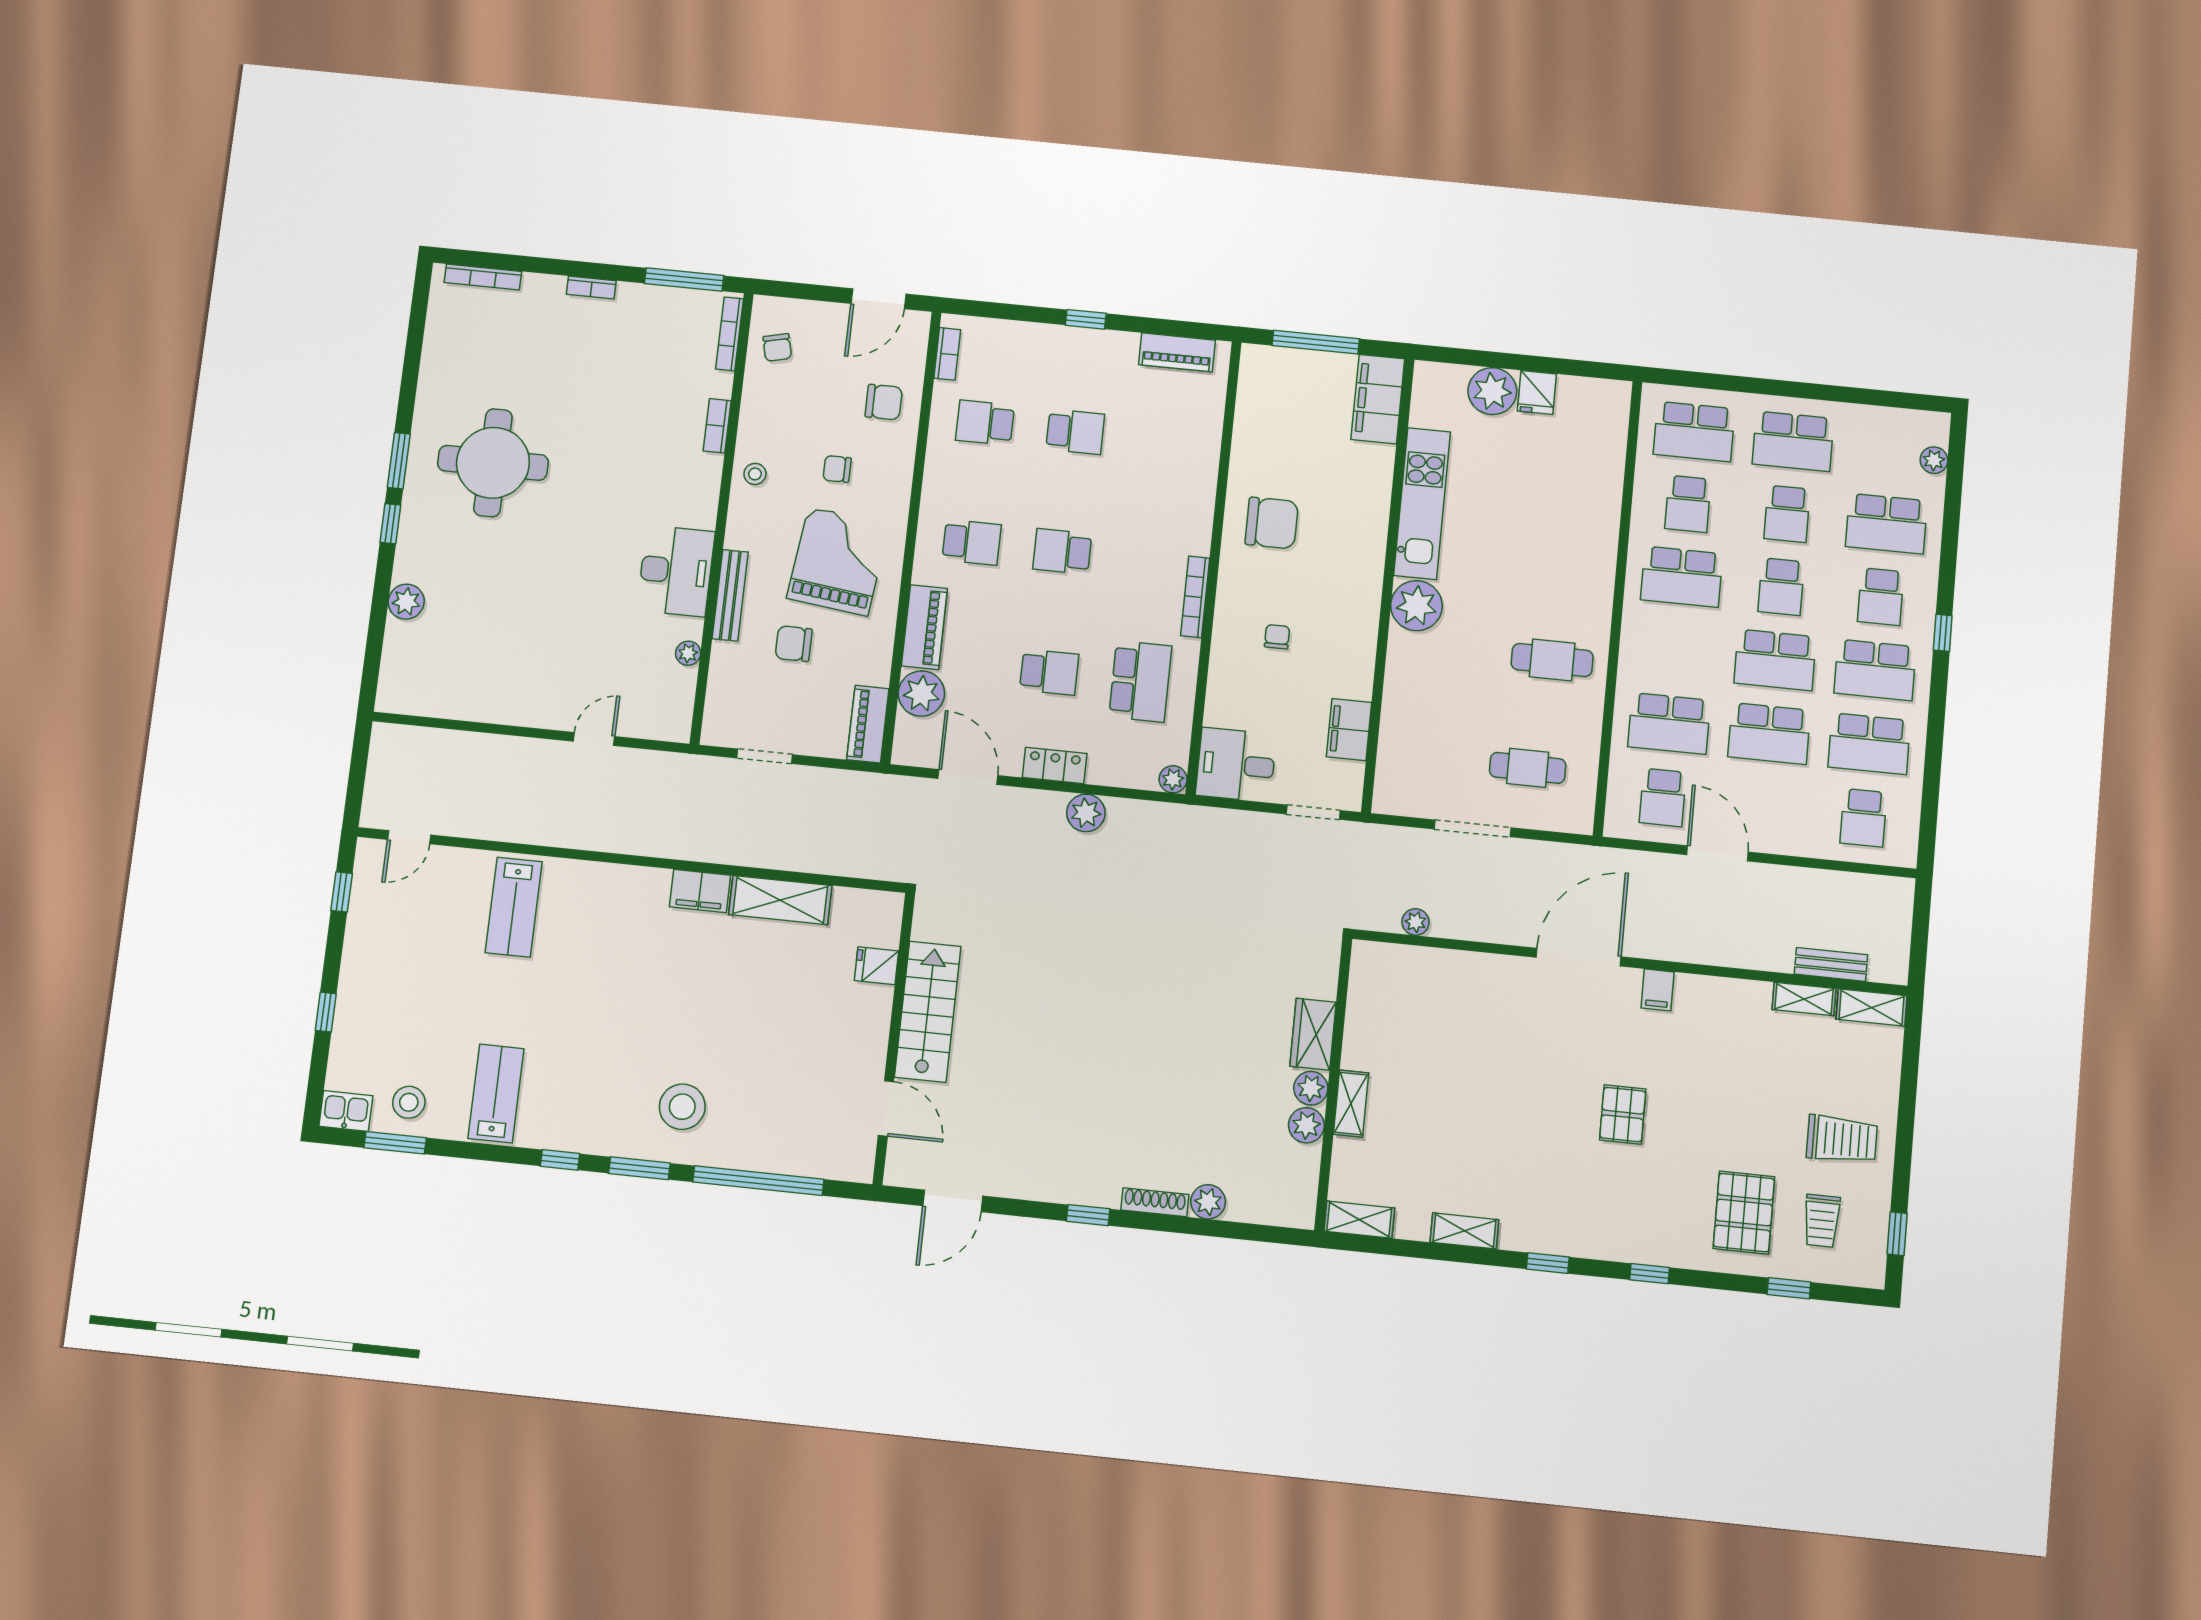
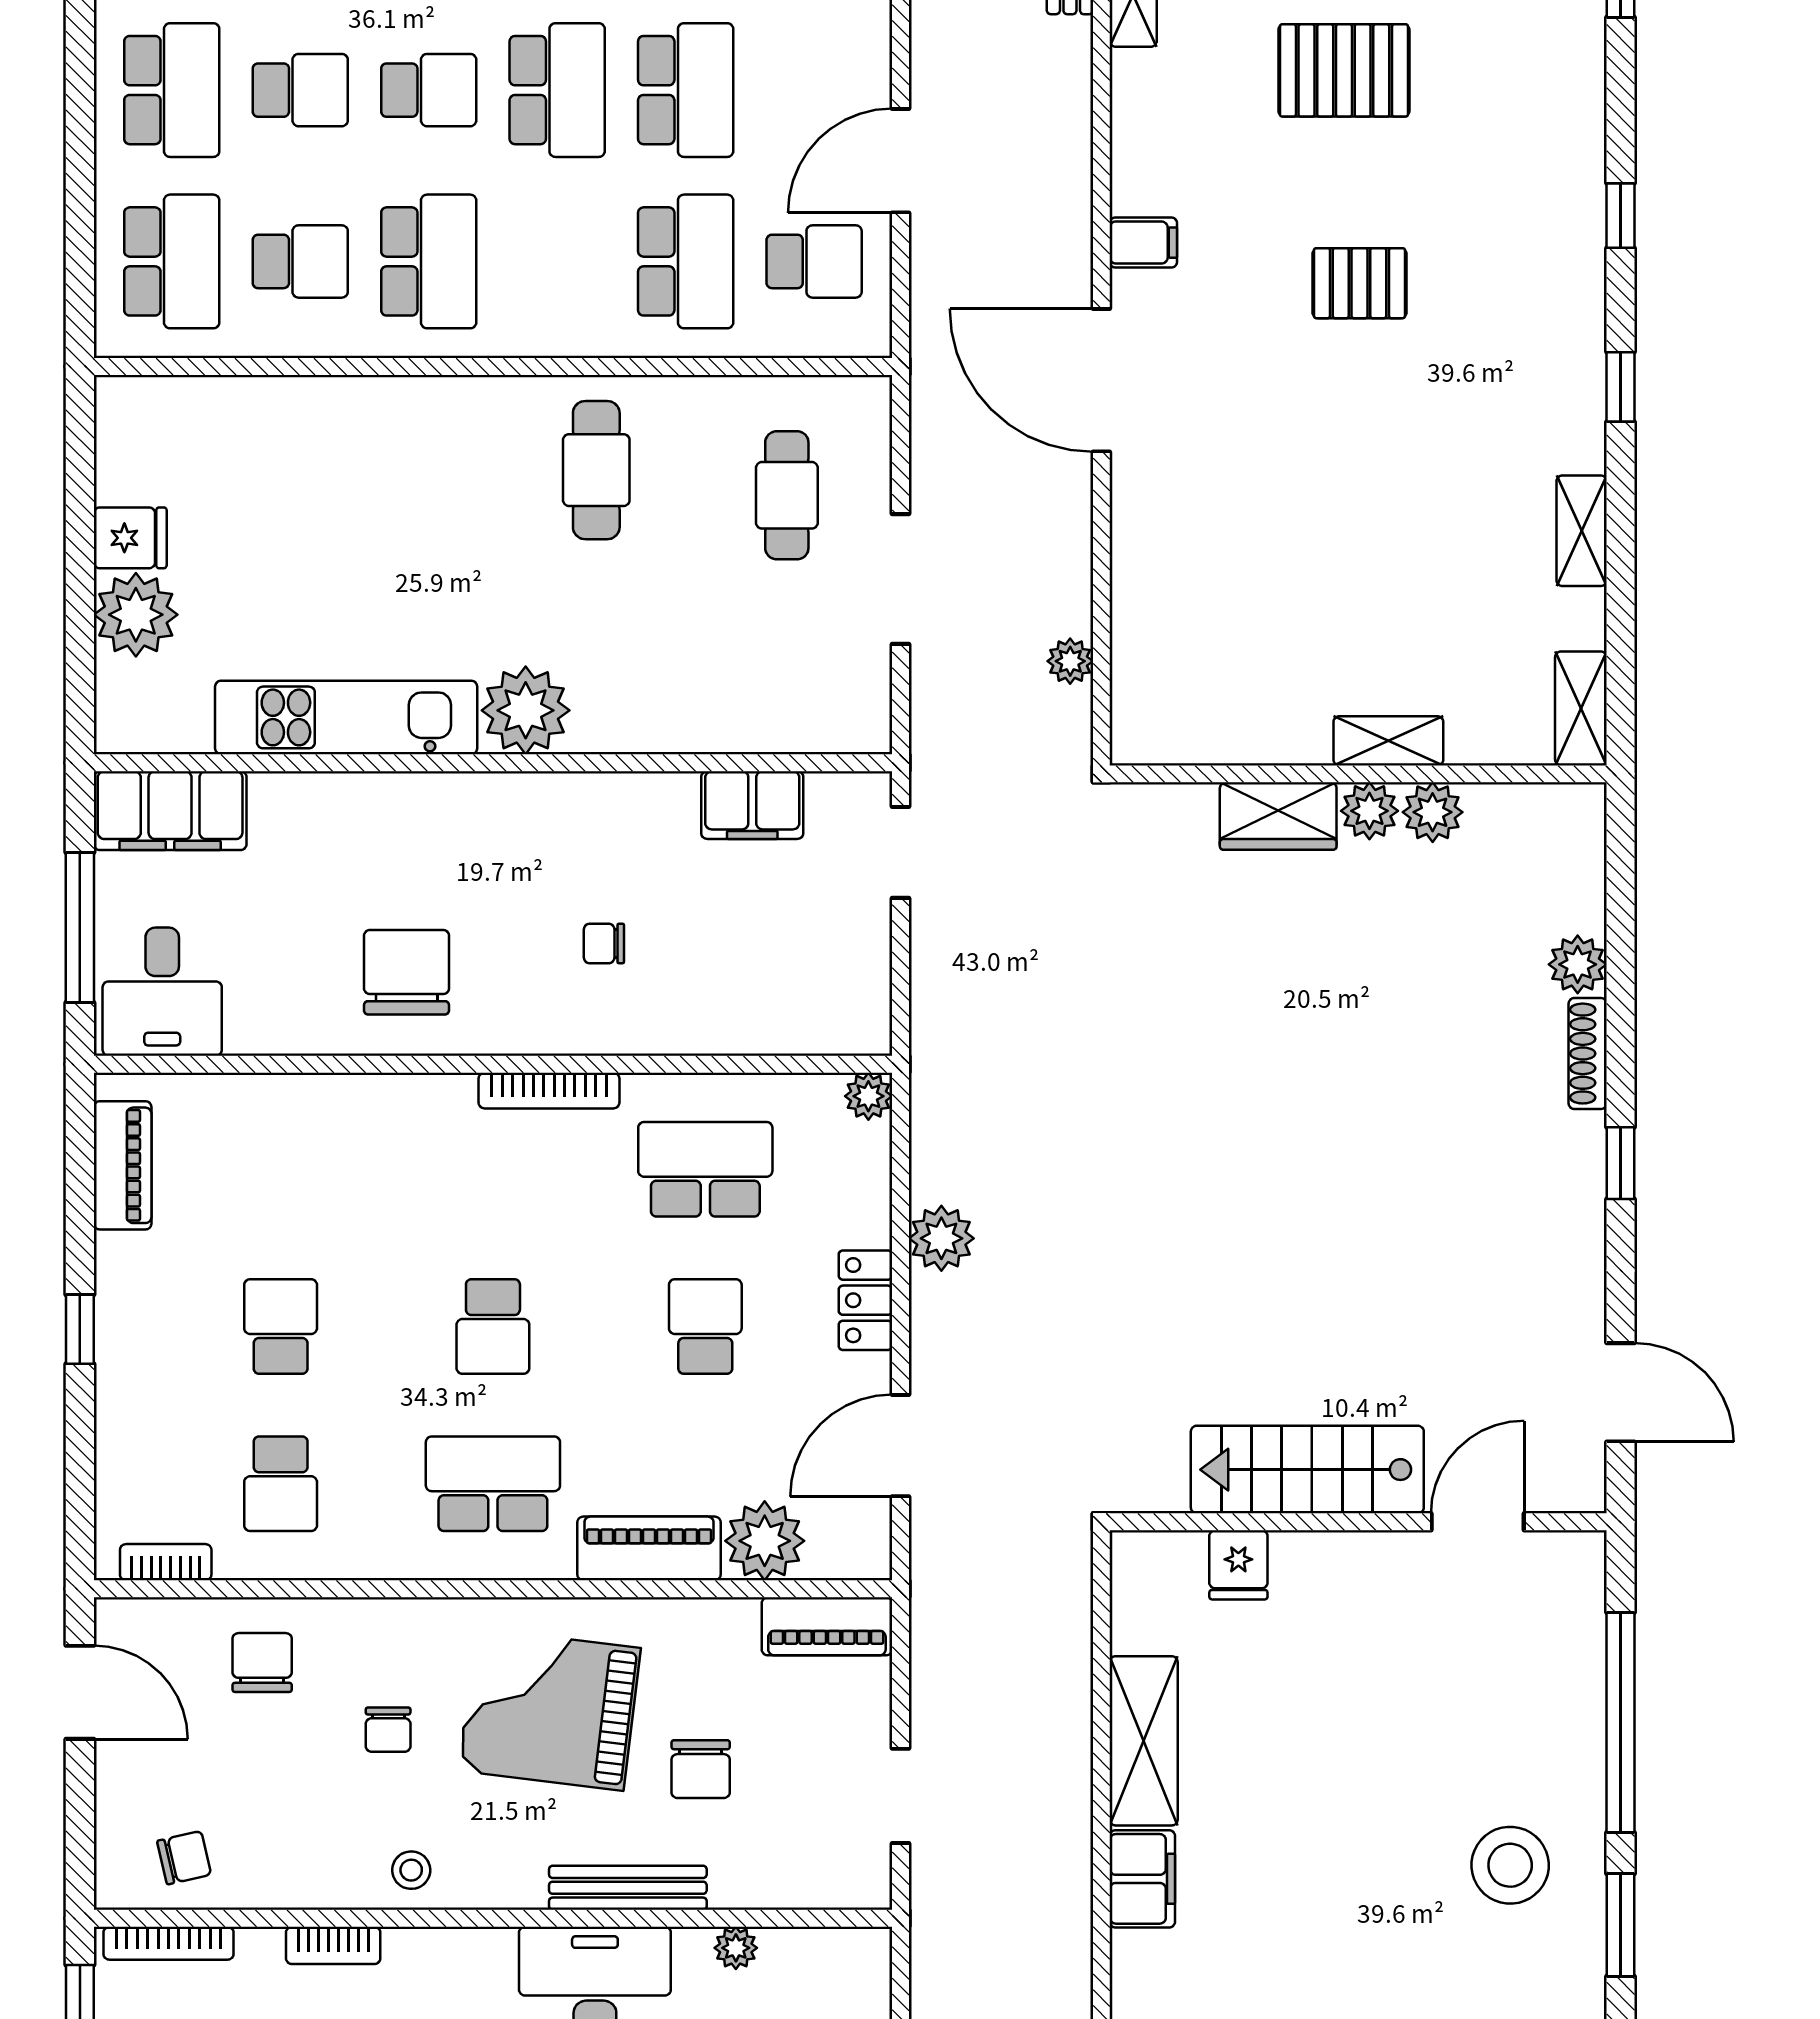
school desk: (972, 542) -> (493, 1484), width x1.85
desk: (1236, 765) -> (162, 992), moved
pallet: (1744, 1213) -> (1344, 70), moved

